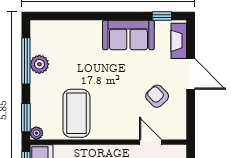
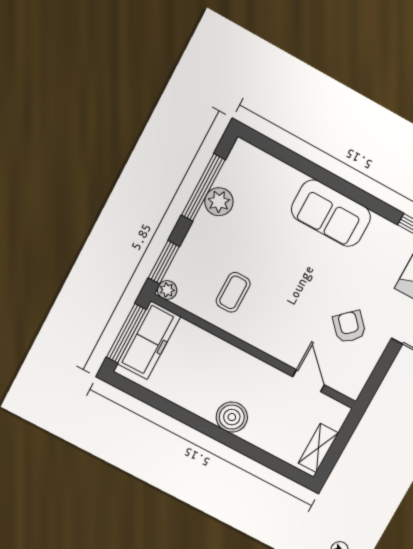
sofa: (128, 35) -> (331, 213), moved
coffee table: (76, 113) -> (233, 292), width x0.54, depth x0.58

